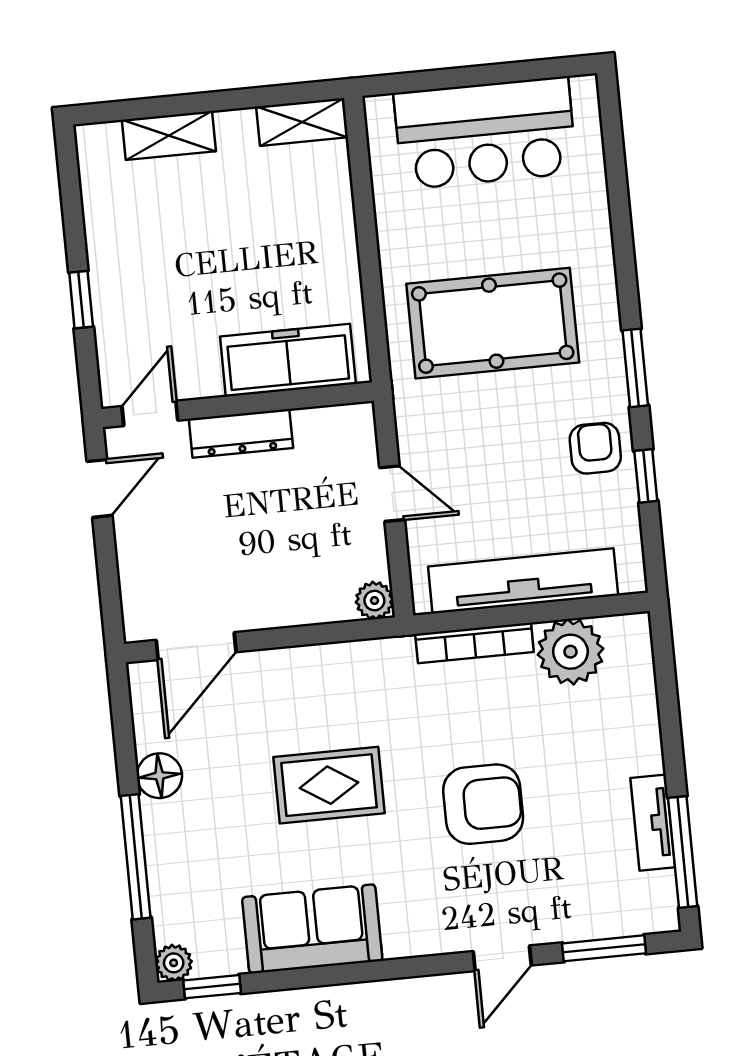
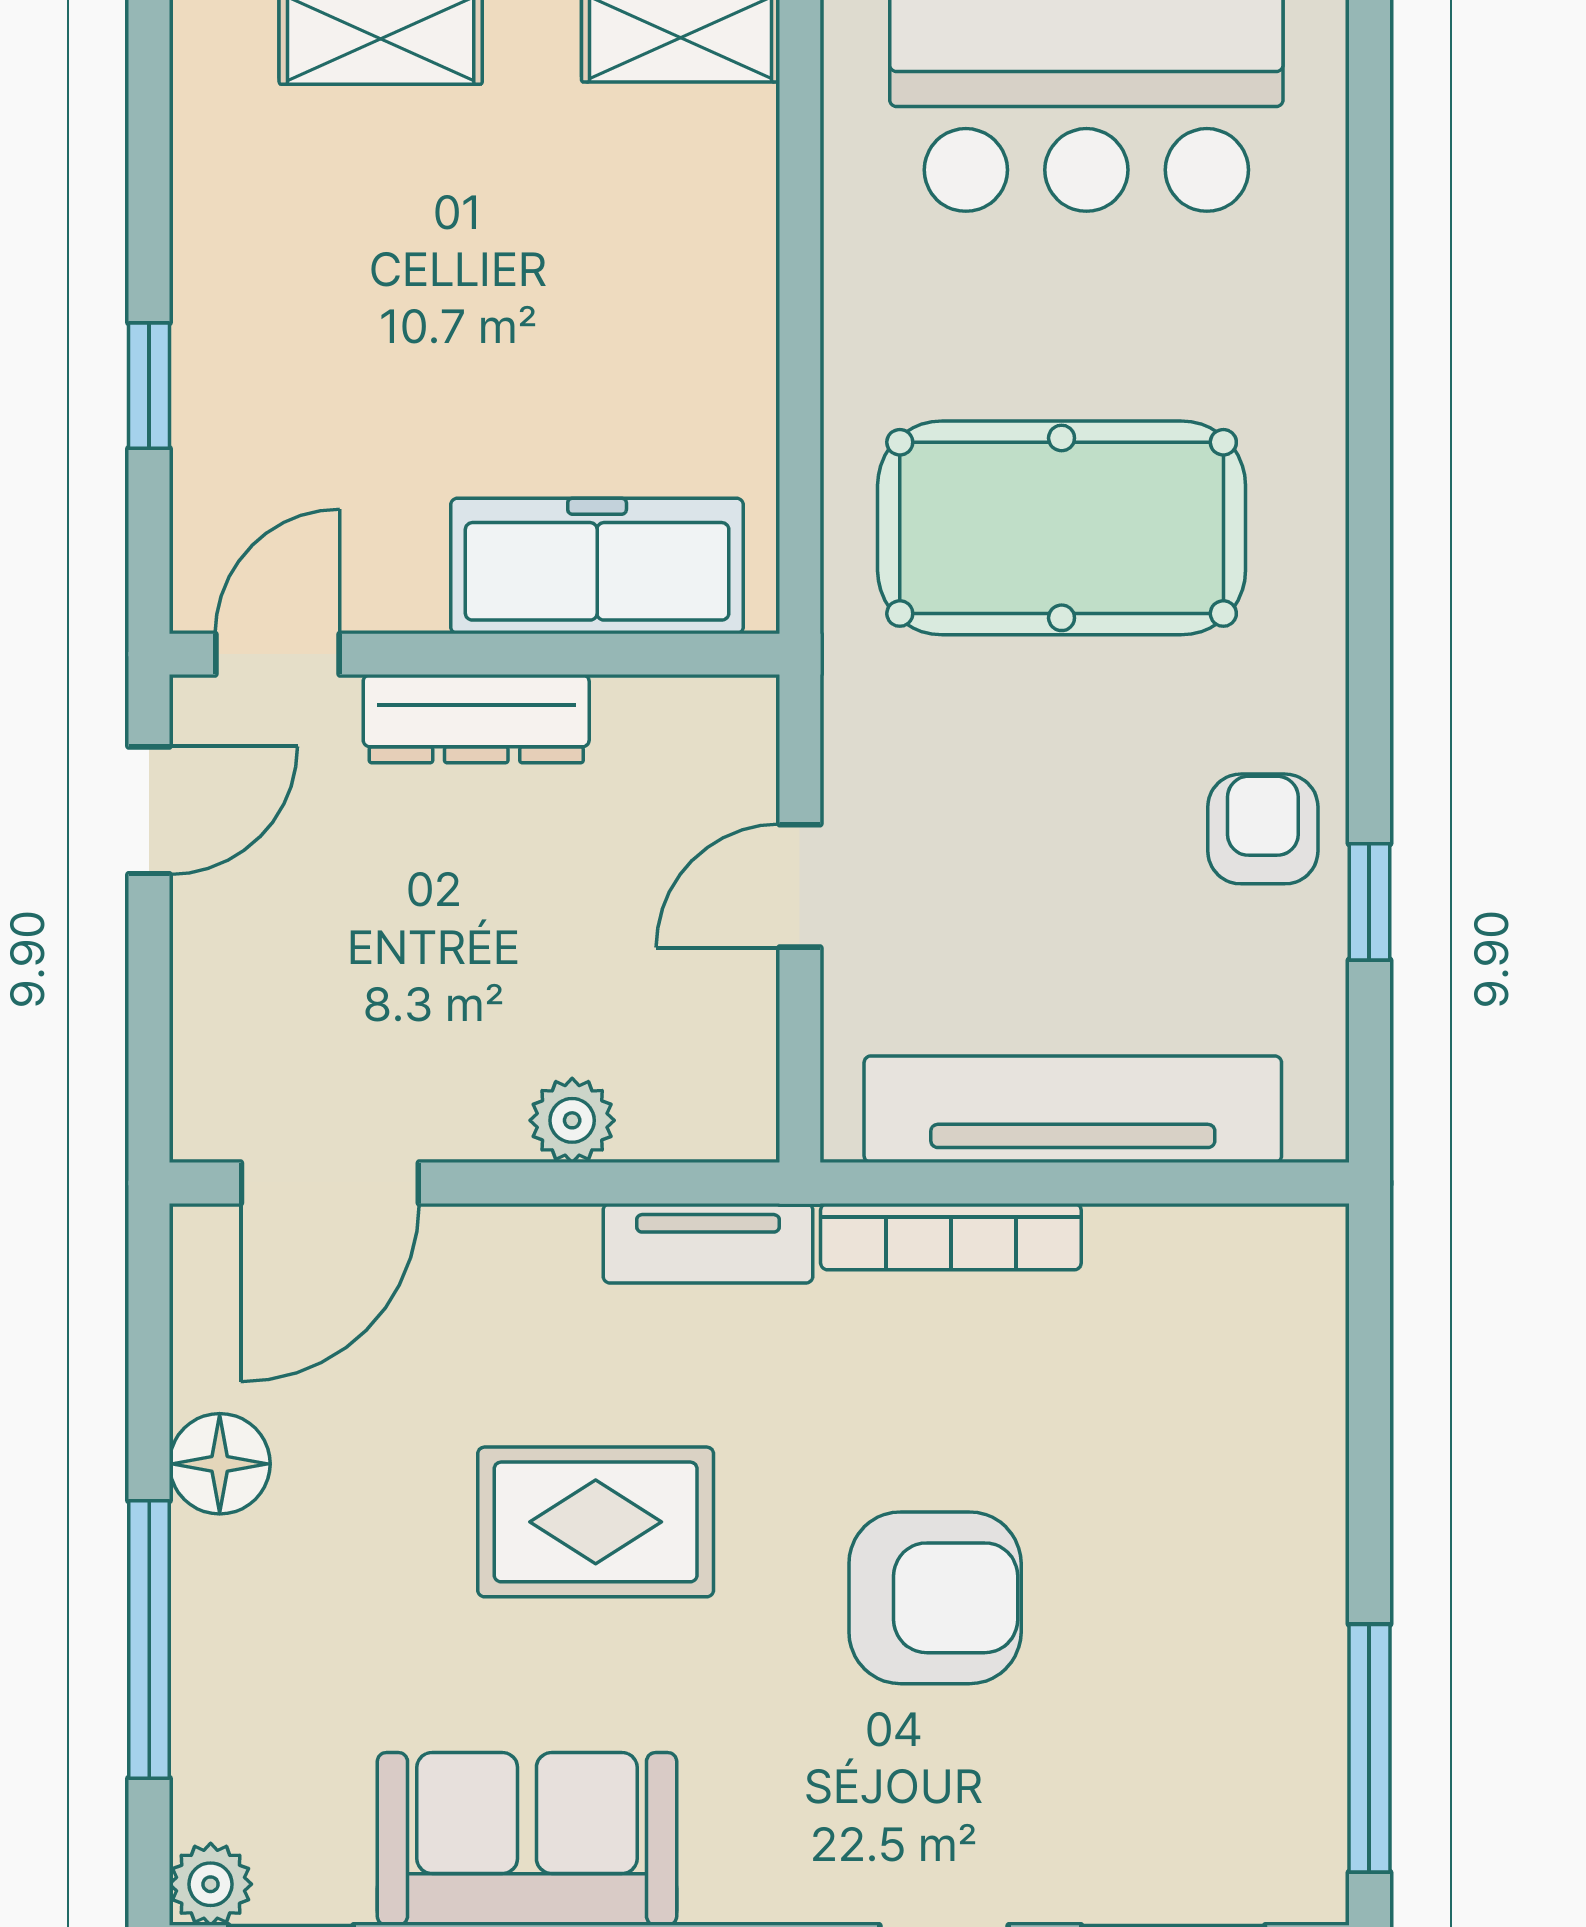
window: (635, 368) -> (1369, 659), removed
door: (392, 494) -> (800, 886), swing flipped
plant: (374, 601) -> (572, 1120), moved
plant: (570, 652) -> (1163, 1277), removed
tv unit: (653, 823) -> (708, 1243), moved, turned -90

